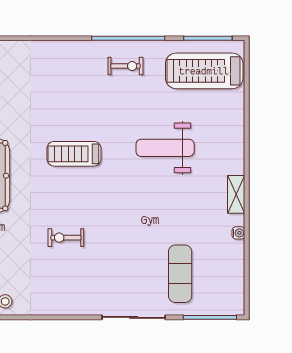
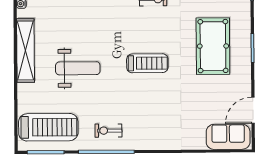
shelving: (236, 194) -> (26, 50), width x2.20, depth x1.33

